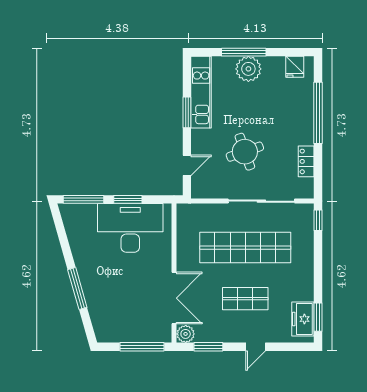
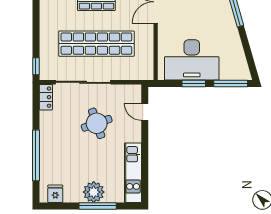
window: (187, 112) -> (145, 156), removed
locker: (306, 161) -> (46, 97), moved
door: (187, 165) -> (145, 112), hinge flipped

